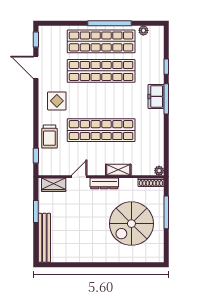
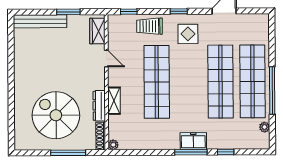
window: (36, 39) -> (179, 11), moved
dresser: (104, 183) -> (99, 106), moved

